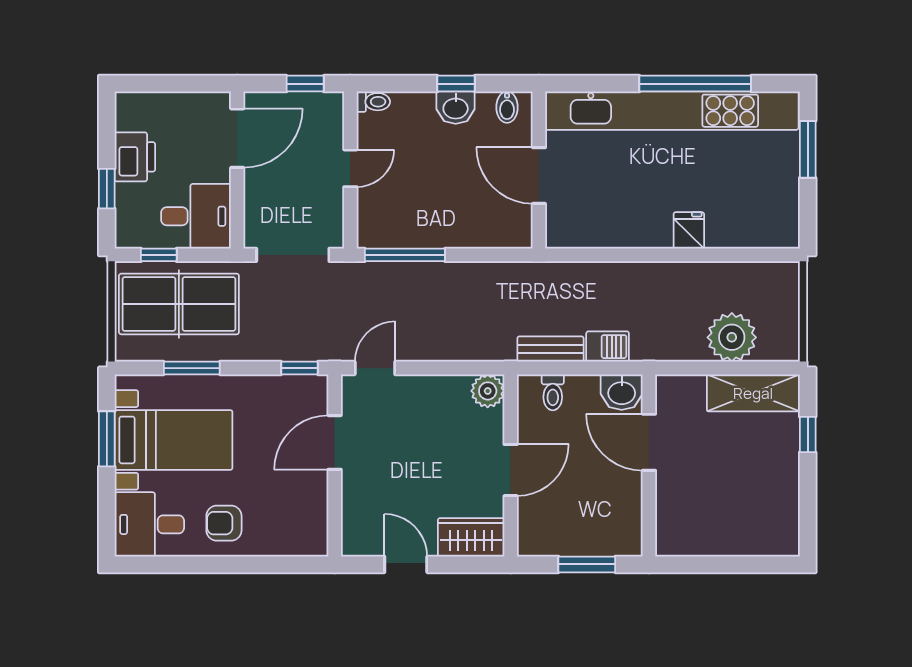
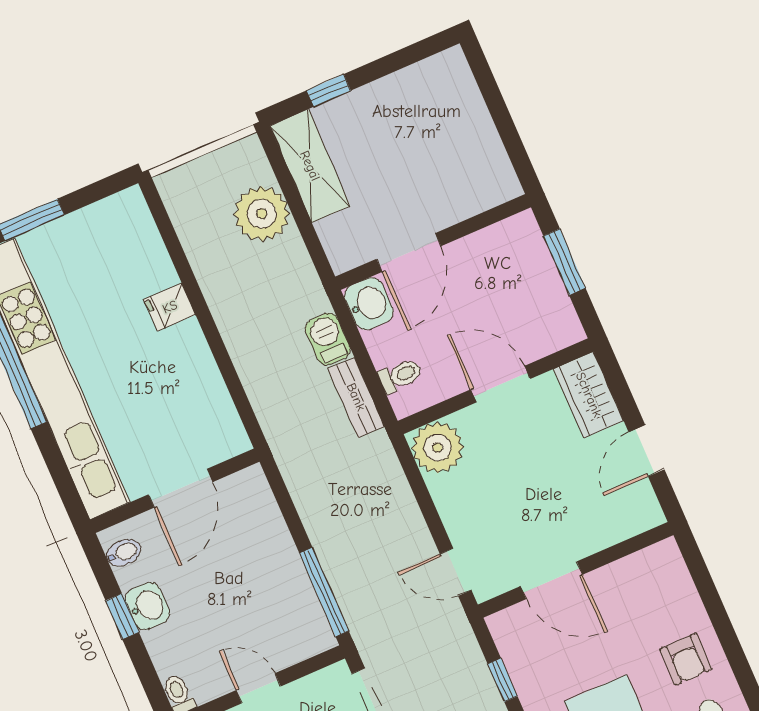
window: (299, 368) -> (503, 680), moved
plant: (488, 391) -> (437, 448), width x1.36, depth x1.36

